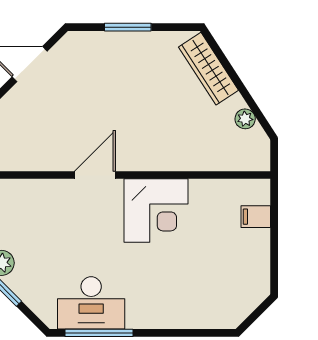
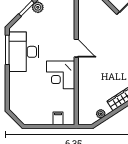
desk: (91, 303) -> (24, 52), width x1.36, depth x1.30

